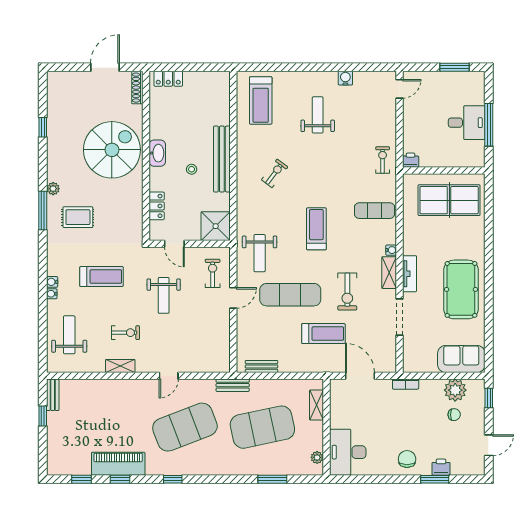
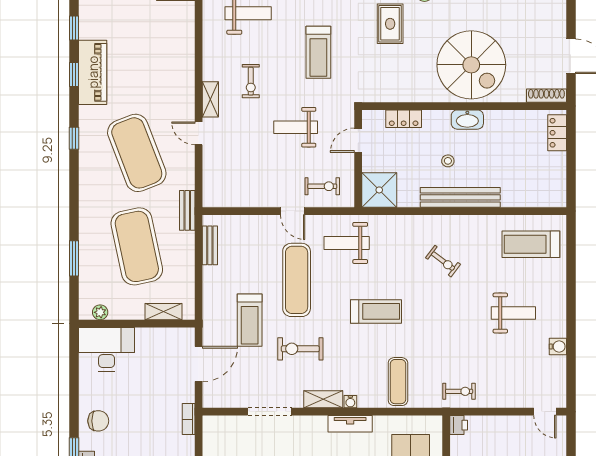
tv unit: (410, 274) -> (350, 424), moved
shelving: (120, 366) -> (210, 99), moved

